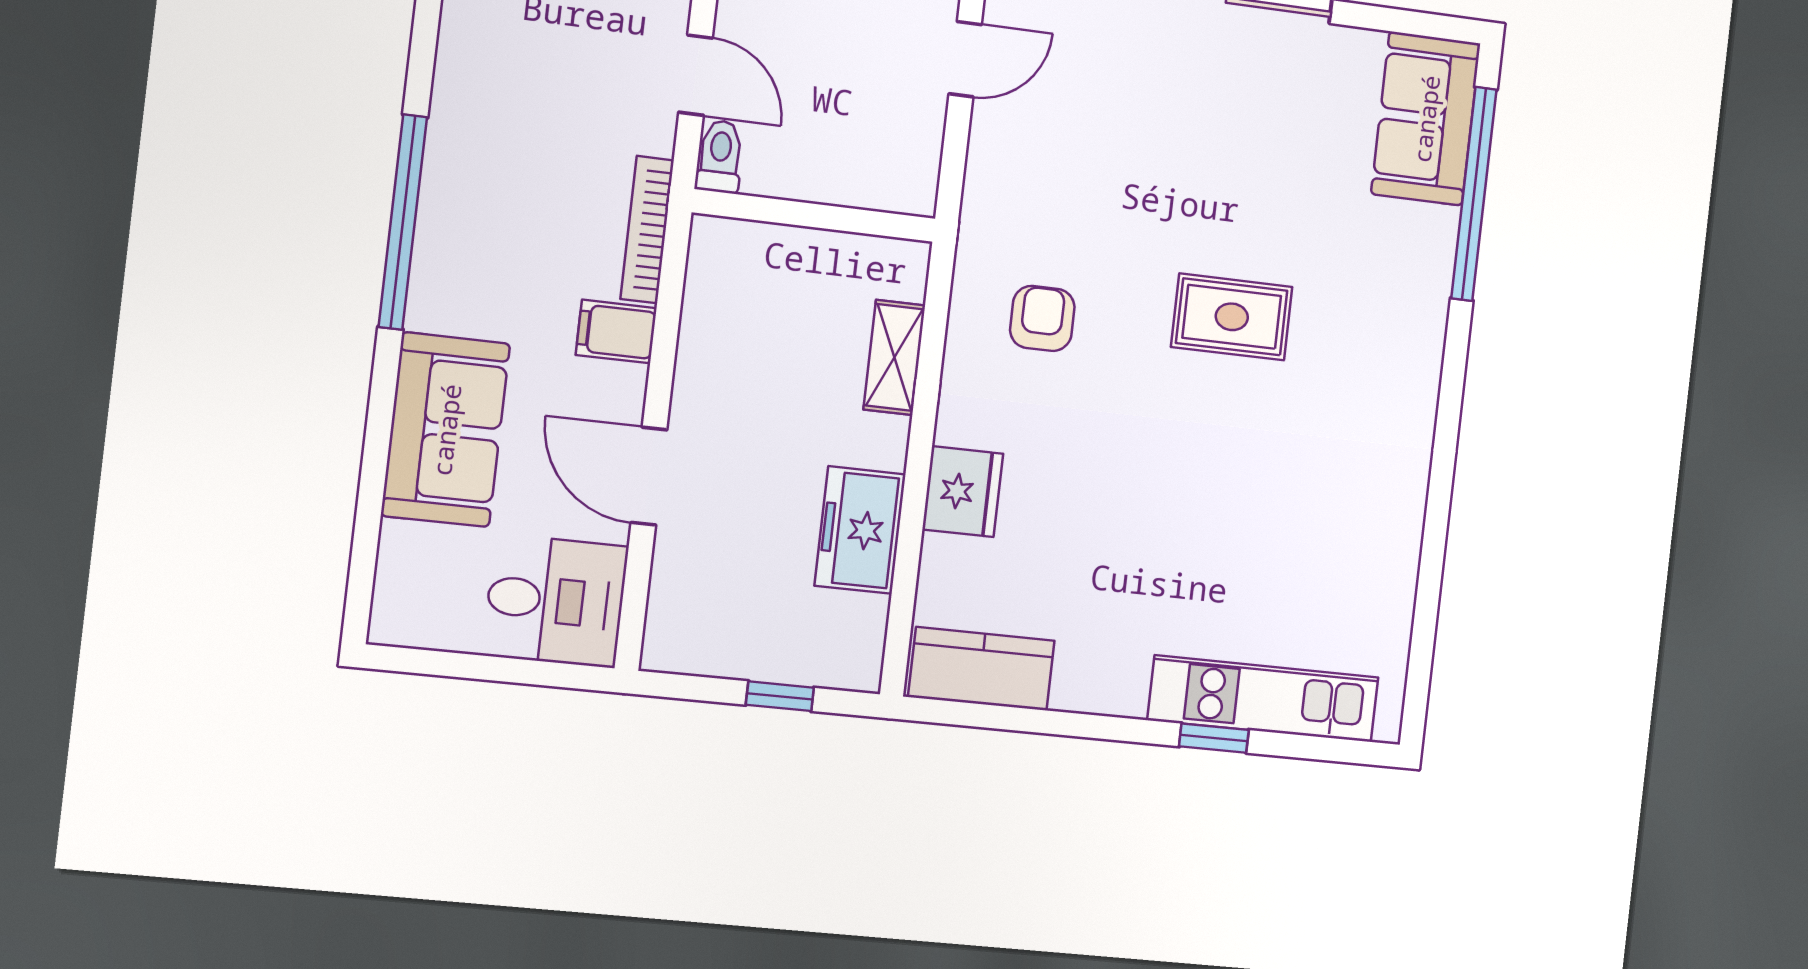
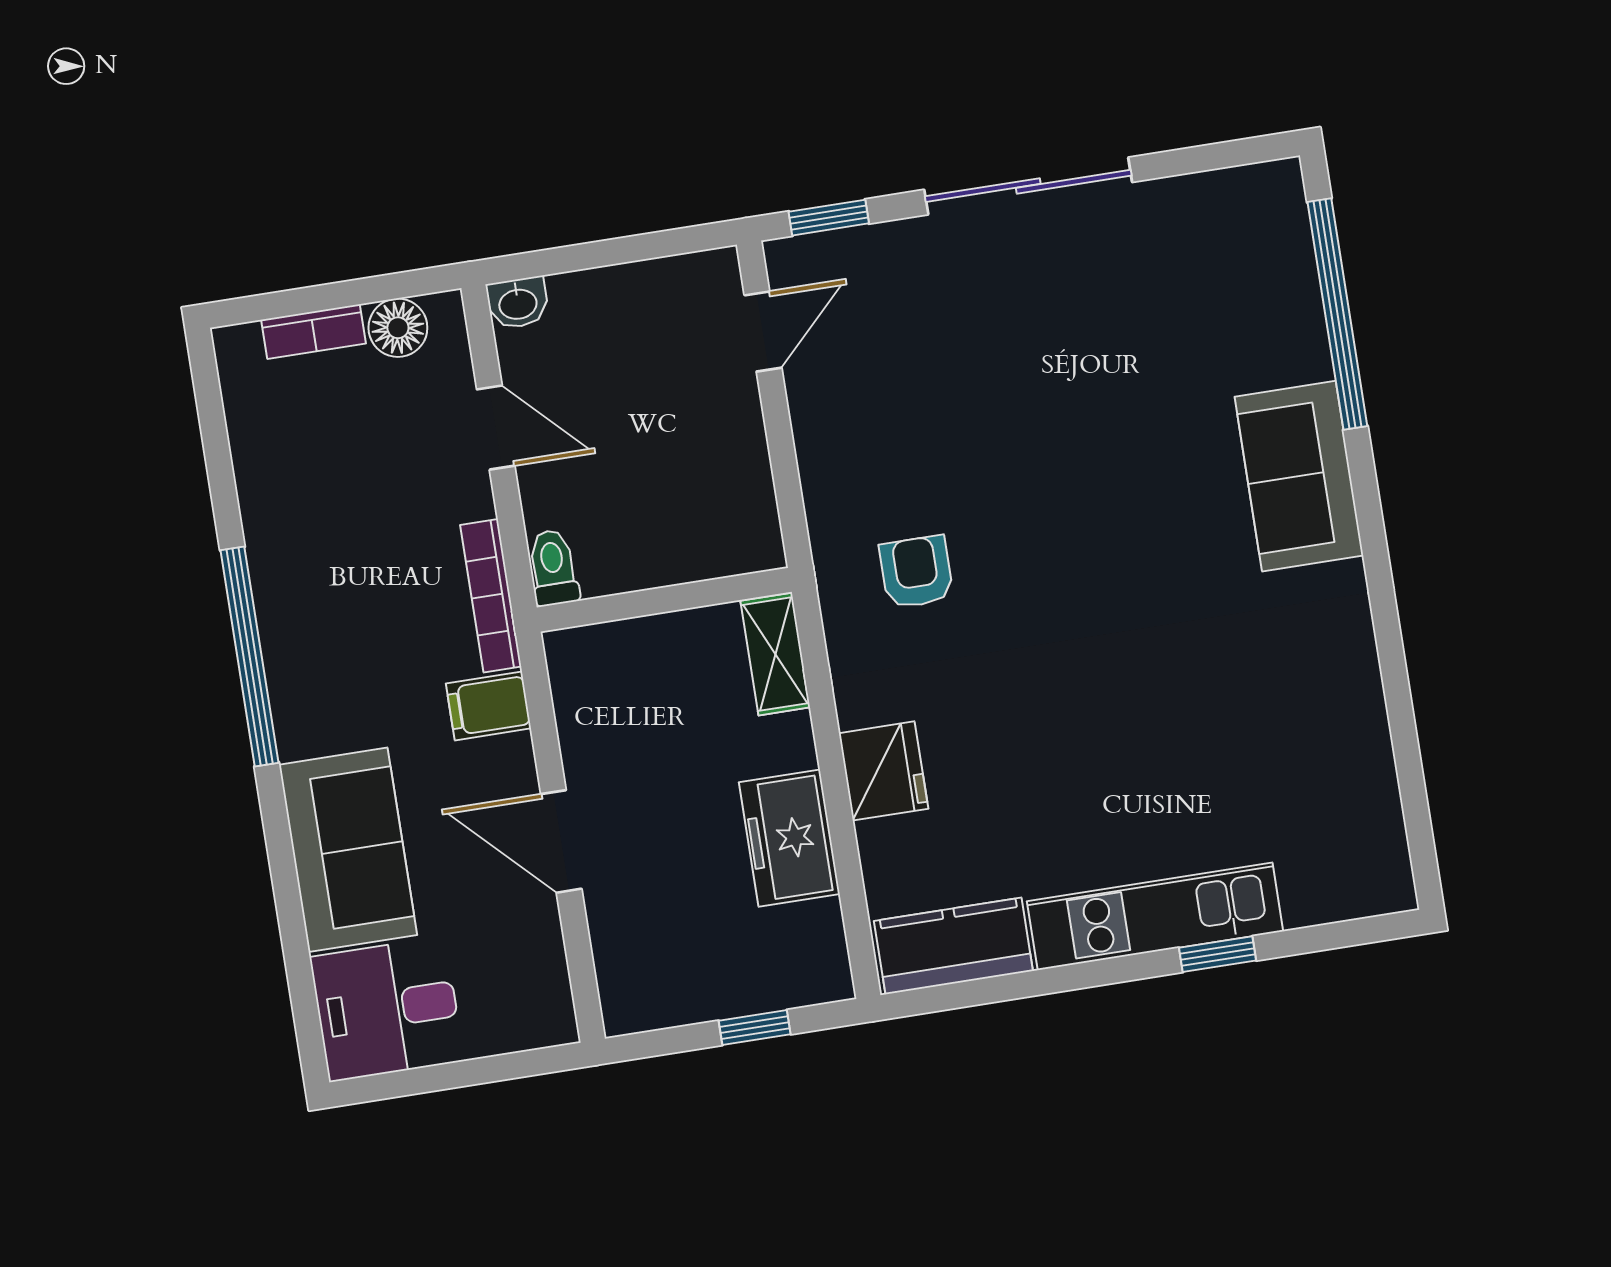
sofa: (1426, 119) -> (1299, 476), moved
toilet: (720, 156) -> (553, 568), moved
wall: (814, 215) -> (664, 600), moved
rug: (1232, 317) -> (1114, 515), removed
desk: (555, 601) -> (387, 1009), moved, turned 180
kitchen unit: (1263, 699) -> (1155, 916), moved

